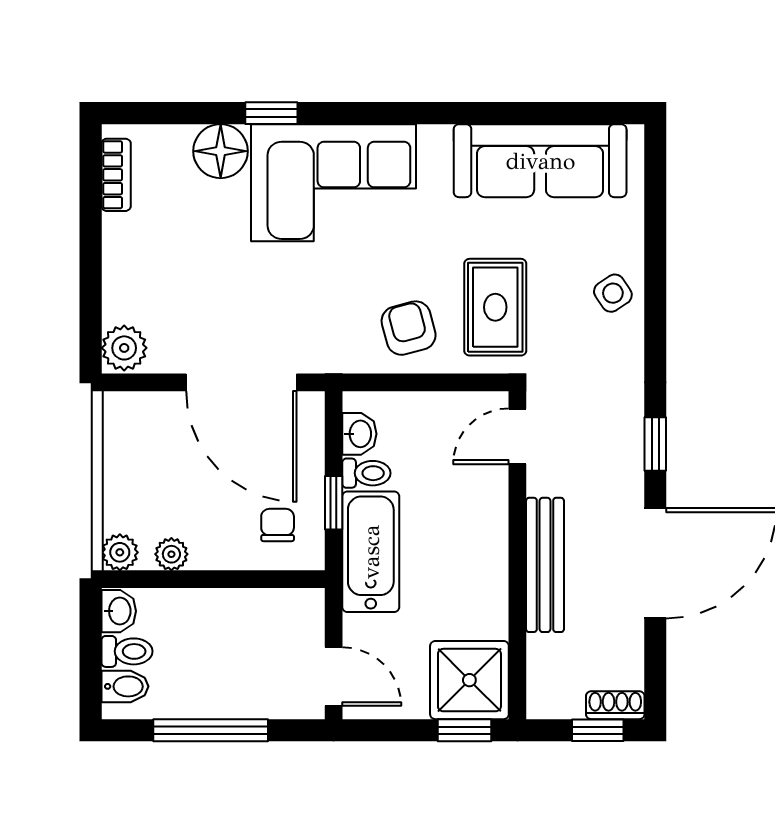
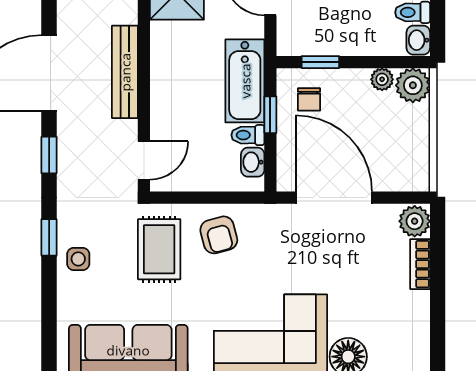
bookcase: (116, 175) -> (420, 264), moved
side table: (613, 293) -> (78, 259), turned 34
window: (655, 325) -> (49, 237), added
plant: (120, 552) -> (413, 85), width x1.38, depth x1.38
window: (261, 579) -> (320, 62), added

